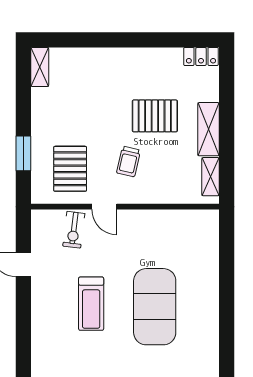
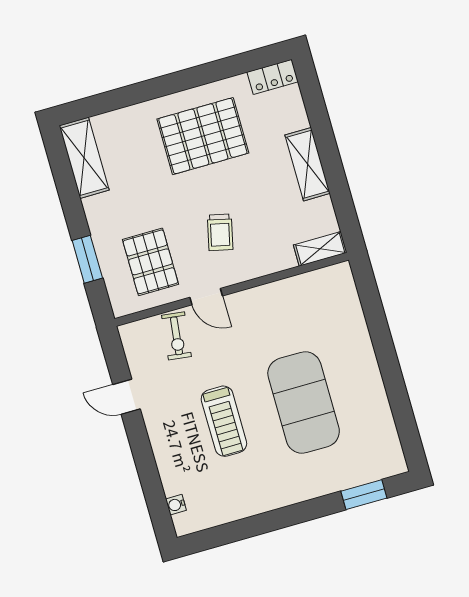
shelving: (40, 67) -> (84, 158), width x1.50, depth x1.33
pallet: (155, 116) -> (203, 136), moved, width x1.37, depth x1.41
shelving: (211, 177) -> (320, 249), moved, turned 90
water cooler: (37, 356) -> (176, 505), added

